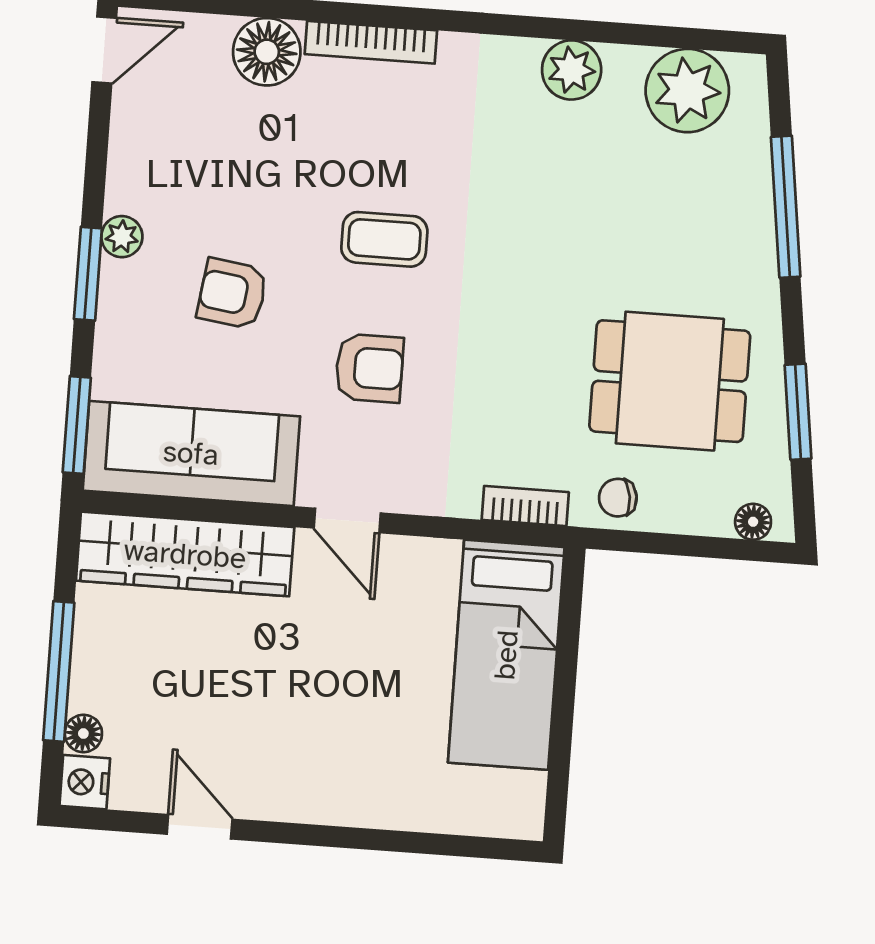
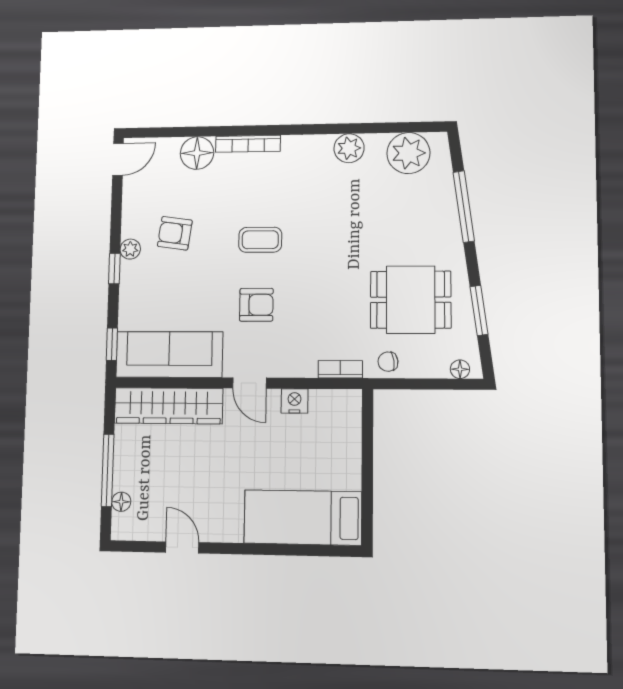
window: (88, 274) -> (114, 269), width x0.67
armchair: (232, 294) -> (175, 233), moved
window: (77, 425) -> (112, 344), width x0.67
bed: (506, 655) -> (303, 518), moved, turned 90
nightstand: (85, 782) -> (294, 401), moved, turned 90

